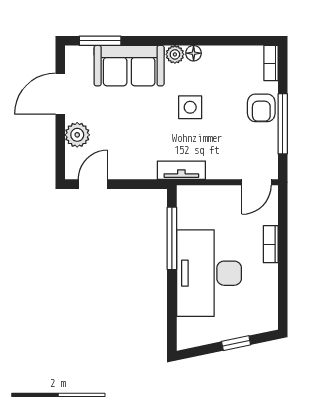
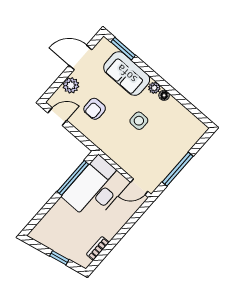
bookcase: (271, 63) -> (198, 134), removed
armchair: (261, 108) -> (95, 109), moved
tv unit: (181, 170) -> (107, 148), removed
bookcase: (271, 244) -> (98, 248), moved
desk: (209, 273) -> (96, 189), moved

